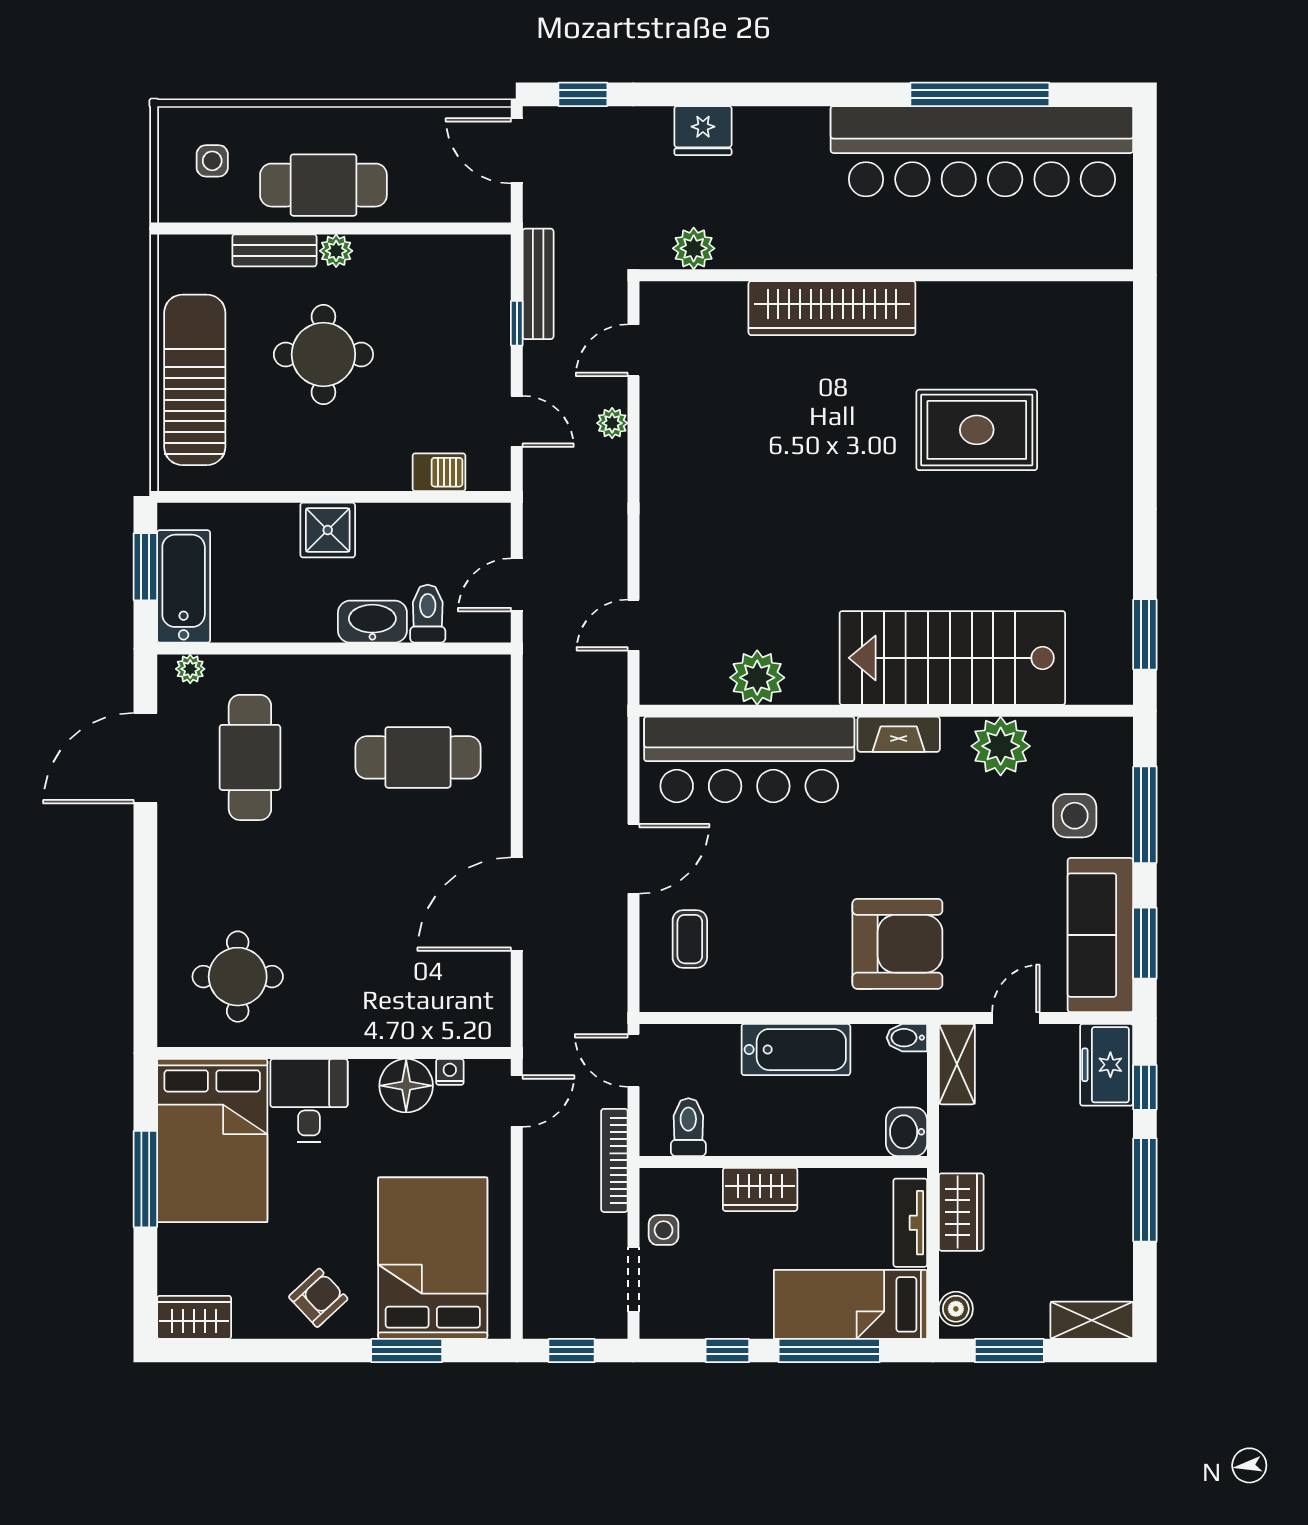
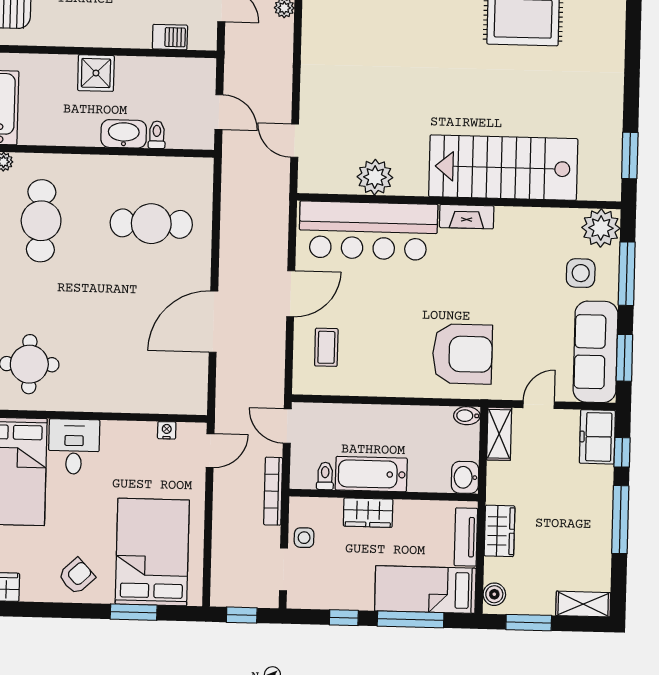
door: (517, 585) -> (219, 112), swing flipped
toilet: (428, 614) -> (157, 135), width x0.73, depth x0.72
door: (633, 625) -> (295, 141), hinge flipped
plant: (1001, 746) -> (601, 228), moved
bathtub: (796, 1050) -> (371, 474), moved, turned 180
floor lamp: (406, 1086) -> (138, 439), removed
toilet: (688, 1127) -> (325, 476), width x0.73, depth x0.72

